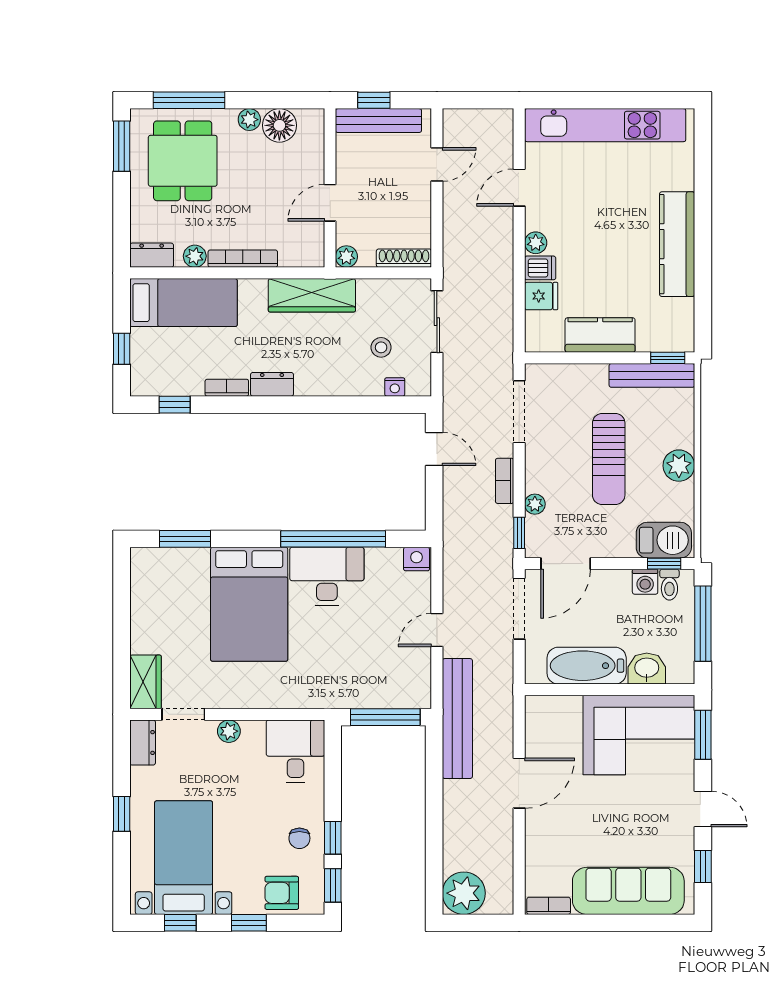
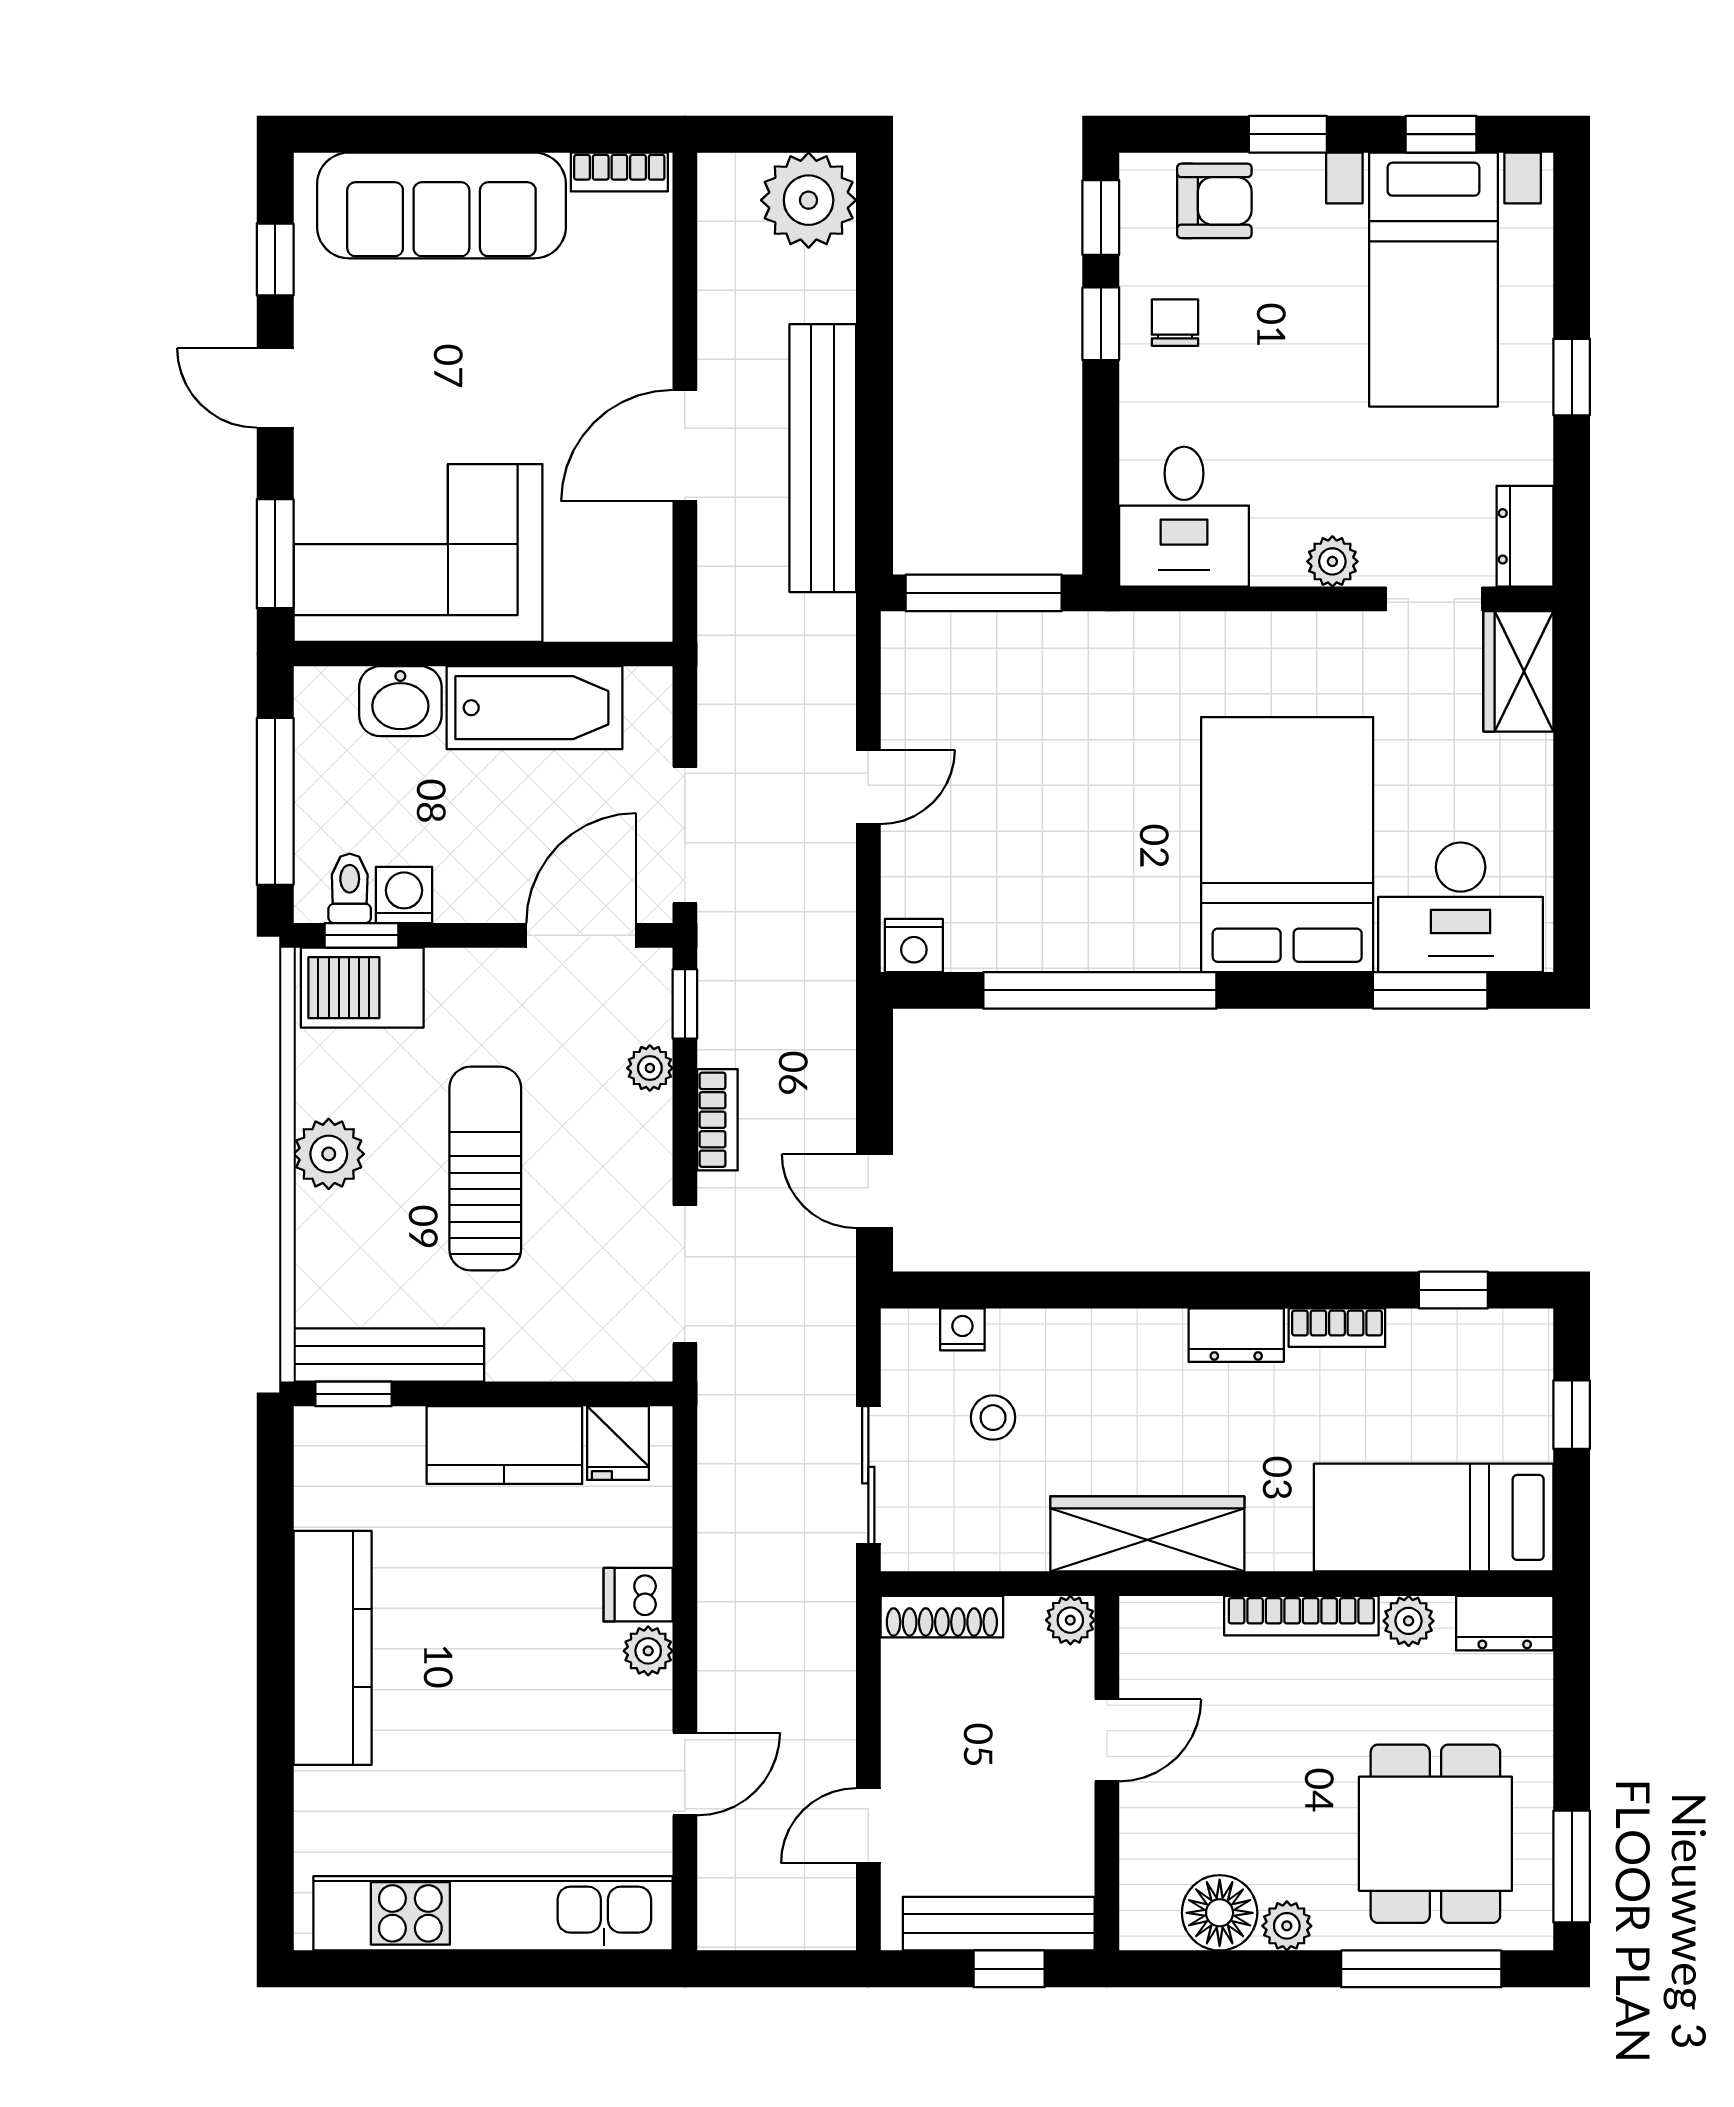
fridge: (541, 296) -> (618, 1443), moved, turned -90
desk: (327, 576) -> (1461, 907), moved
bench: (457, 719) -> (823, 458), moved

